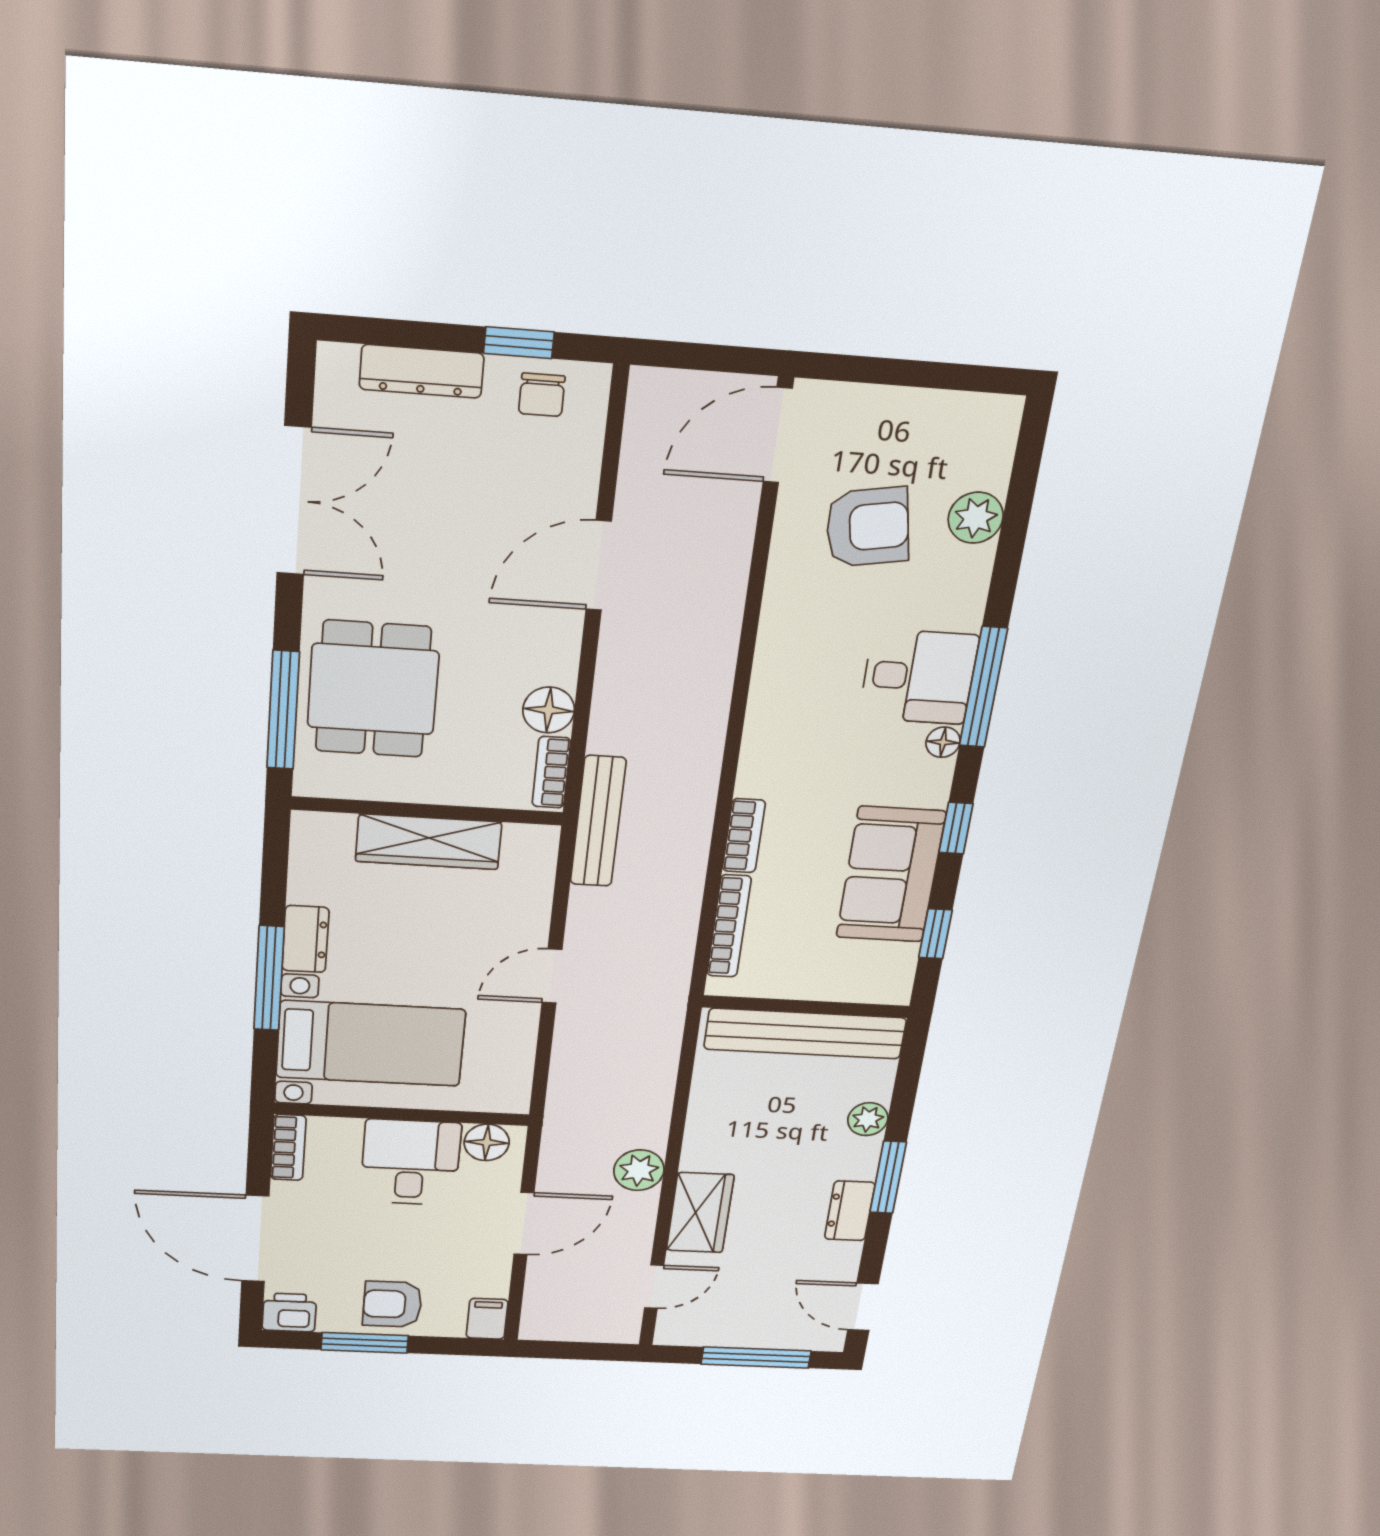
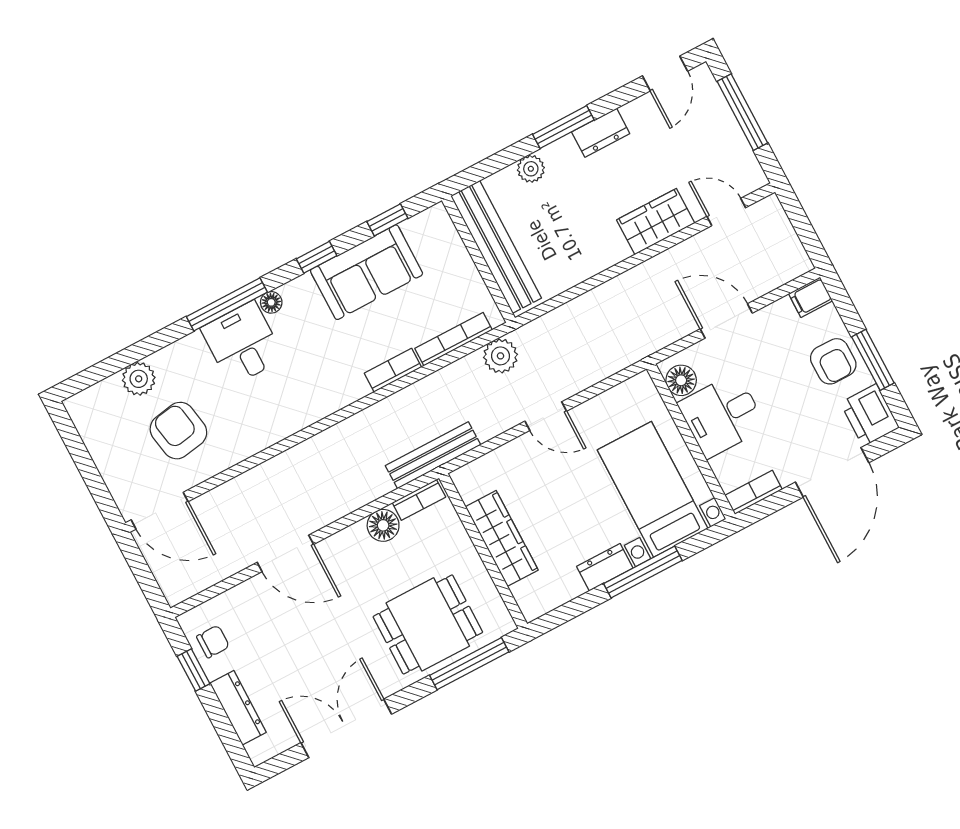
plant: (639, 1170) -> (501, 356), moved
printer: (289, 1313) -> (870, 415), width x1.36, depth x1.24

